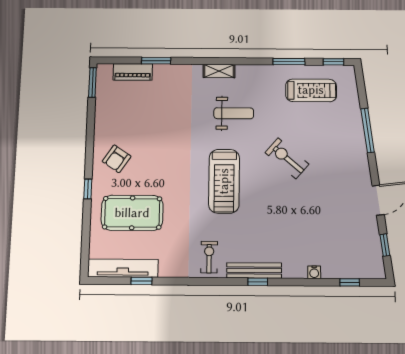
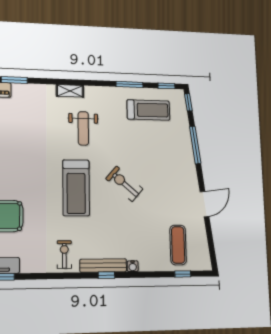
weight bench: (234, 113) -> (83, 128), turned 90
exercise bike: (287, 158) -> (124, 184), moved
window: (385, 245) -> (188, 102), moved
exercise mat: (345, 248) -> (178, 245), added
water cooler: (314, 272) -> (133, 266), moved

